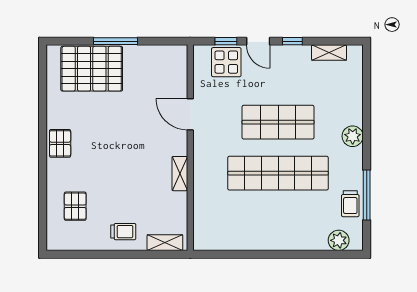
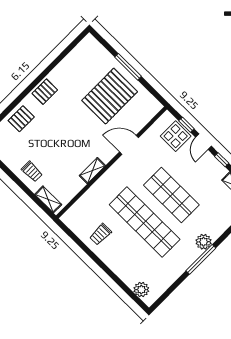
pallet: (92, 69) -> (110, 96), moved, turned 90
door: (190, 114) -> (129, 145), hinge flipped
window: (367, 195) -> (201, 259), moved
trolley: (350, 204) -> (100, 234), moved
pallet: (75, 206) -> (21, 119), moved

